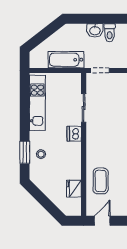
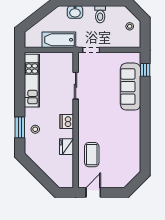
washbasin: (95, 30) -> (75, 12), moved
dishwasher: (74, 134) -> (67, 122), moved
fridge: (74, 189) -> (66, 147), moved

